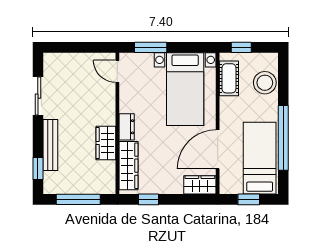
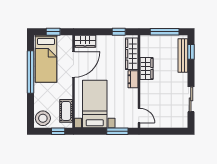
stool: (265, 83) -> (43, 118), moved
bench: (50, 145) -> (183, 56), moved

